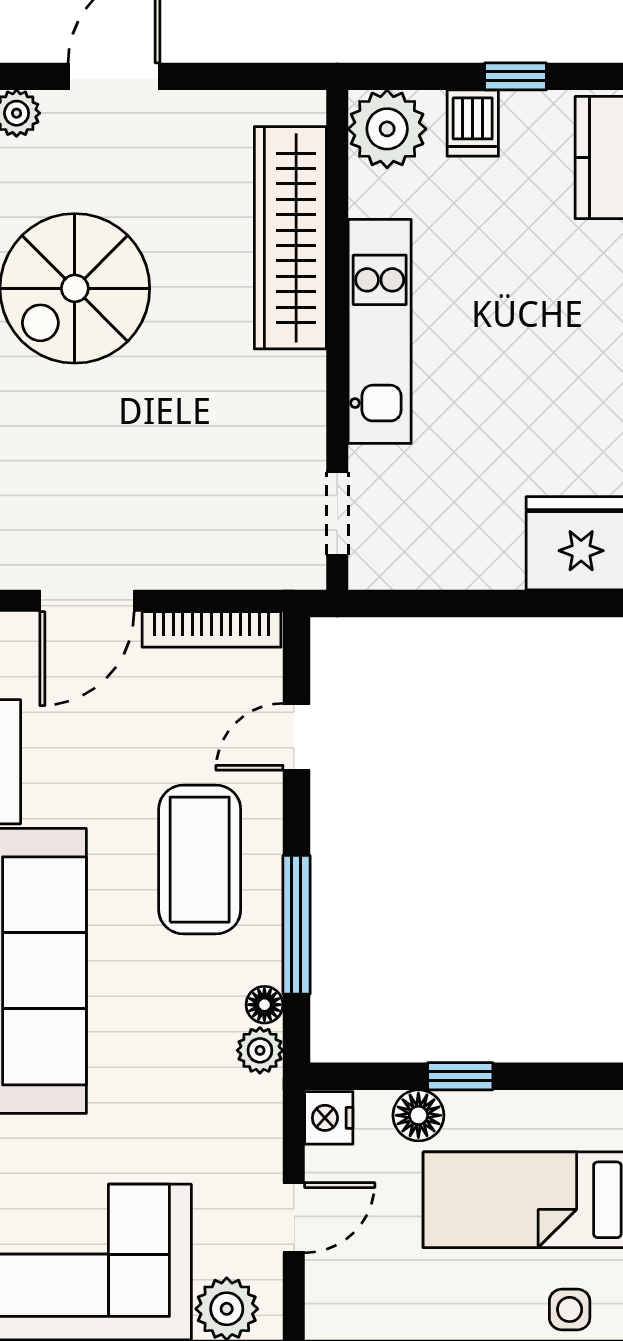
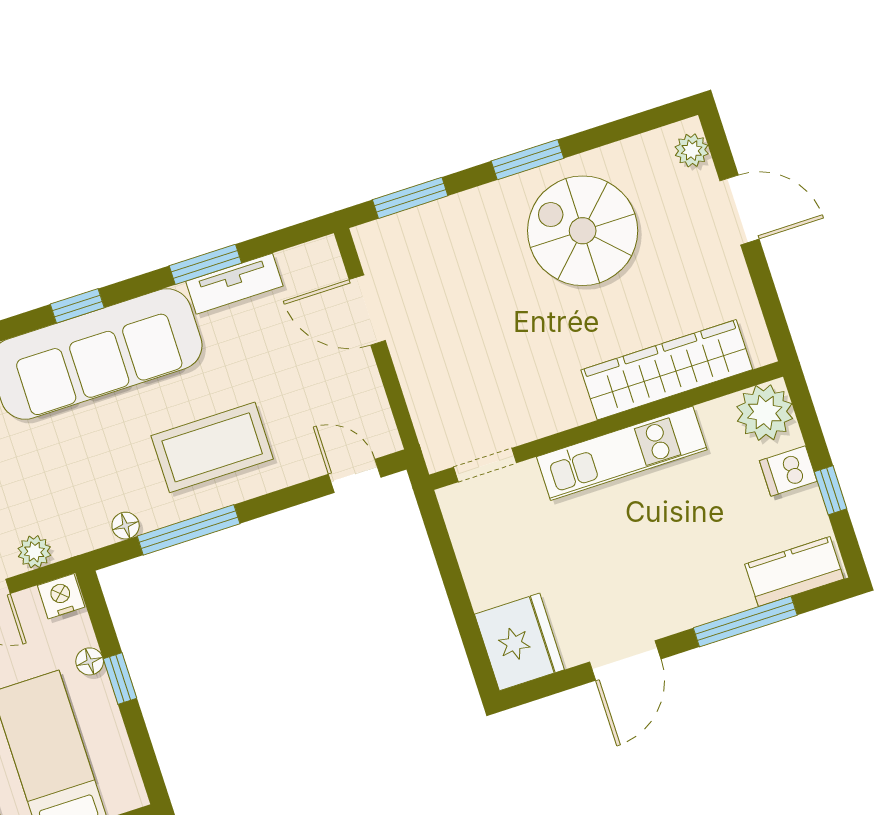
bookcase: (211, 629) -> (375, 403), removed
door: (296, 737) -> (355, 476), moved
plant: (260, 1050) -> (34, 552), moved
floor lamp: (418, 1115) -> (90, 661), width x0.73, depth x0.73

